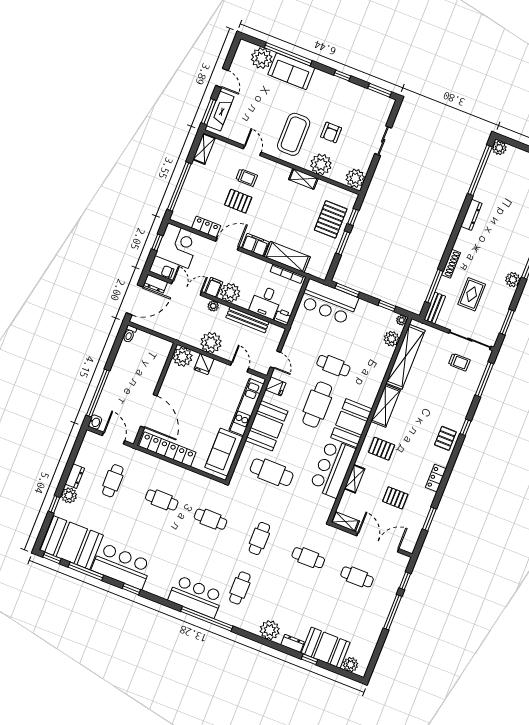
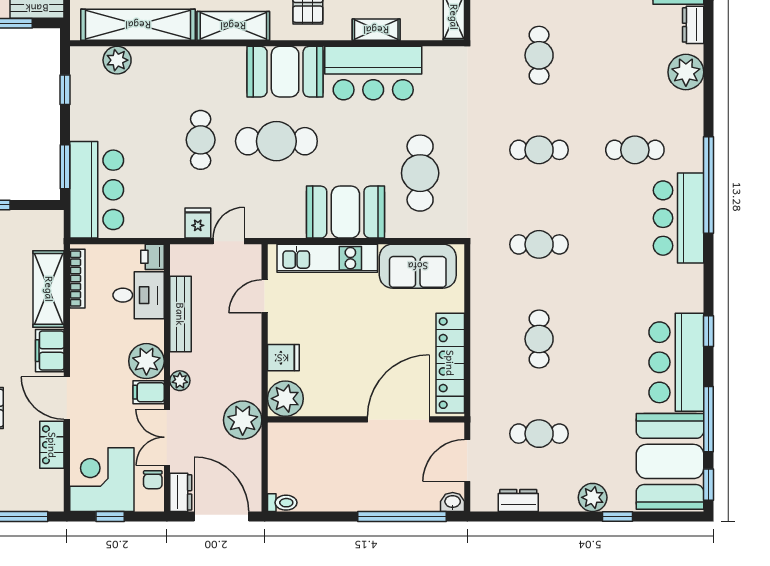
plant: (402, 320) -> (79, 56), removed
plant: (211, 343) -> (243, 420), moved
fridge: (276, 386) -> (198, 223), moved
dresser: (75, 476) -> (518, 500), moved
cafe table: (211, 519) -> (539, 244), turned 90

